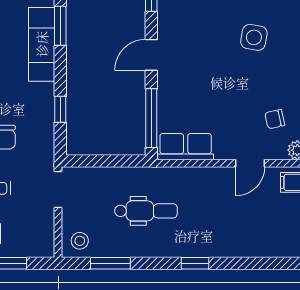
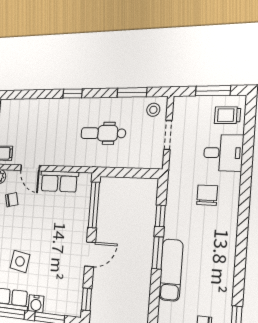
window: (60, 26) -> (158, 253), moved
row of seats: (186, 147) -> (59, 181), moved
door: (250, 163) -> (30, 168), swing flipped
doorway: (58, 190) -> (168, 135), moved

